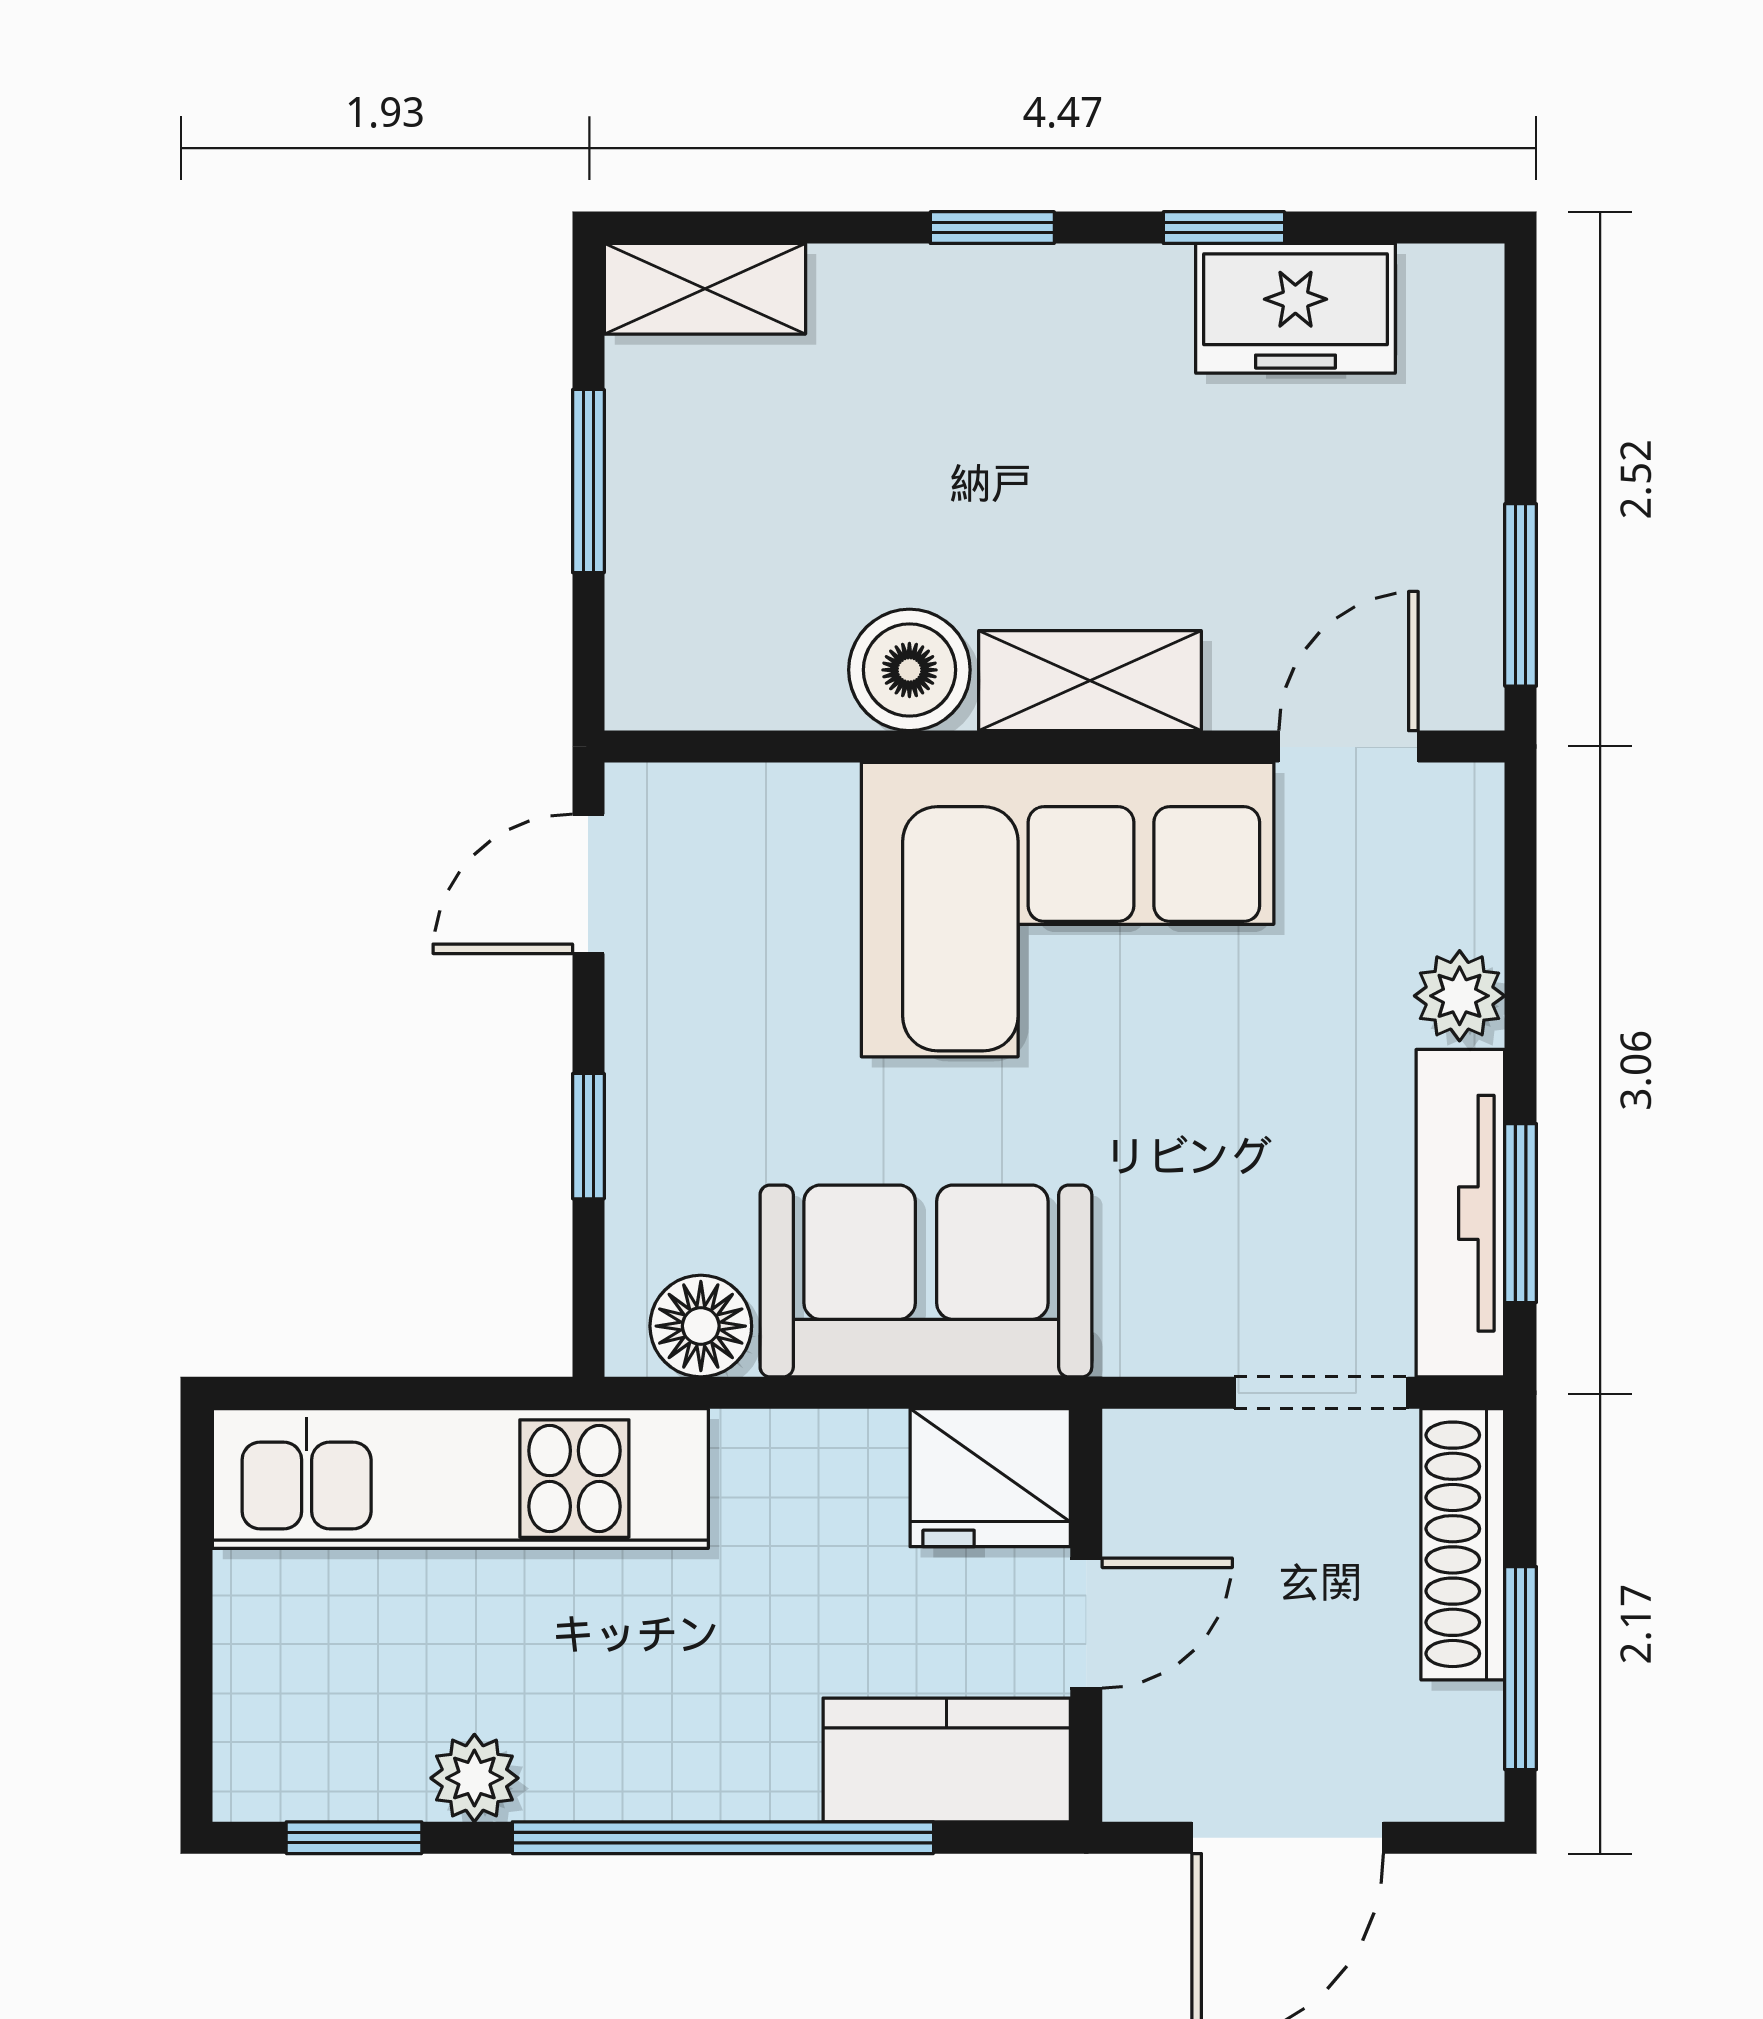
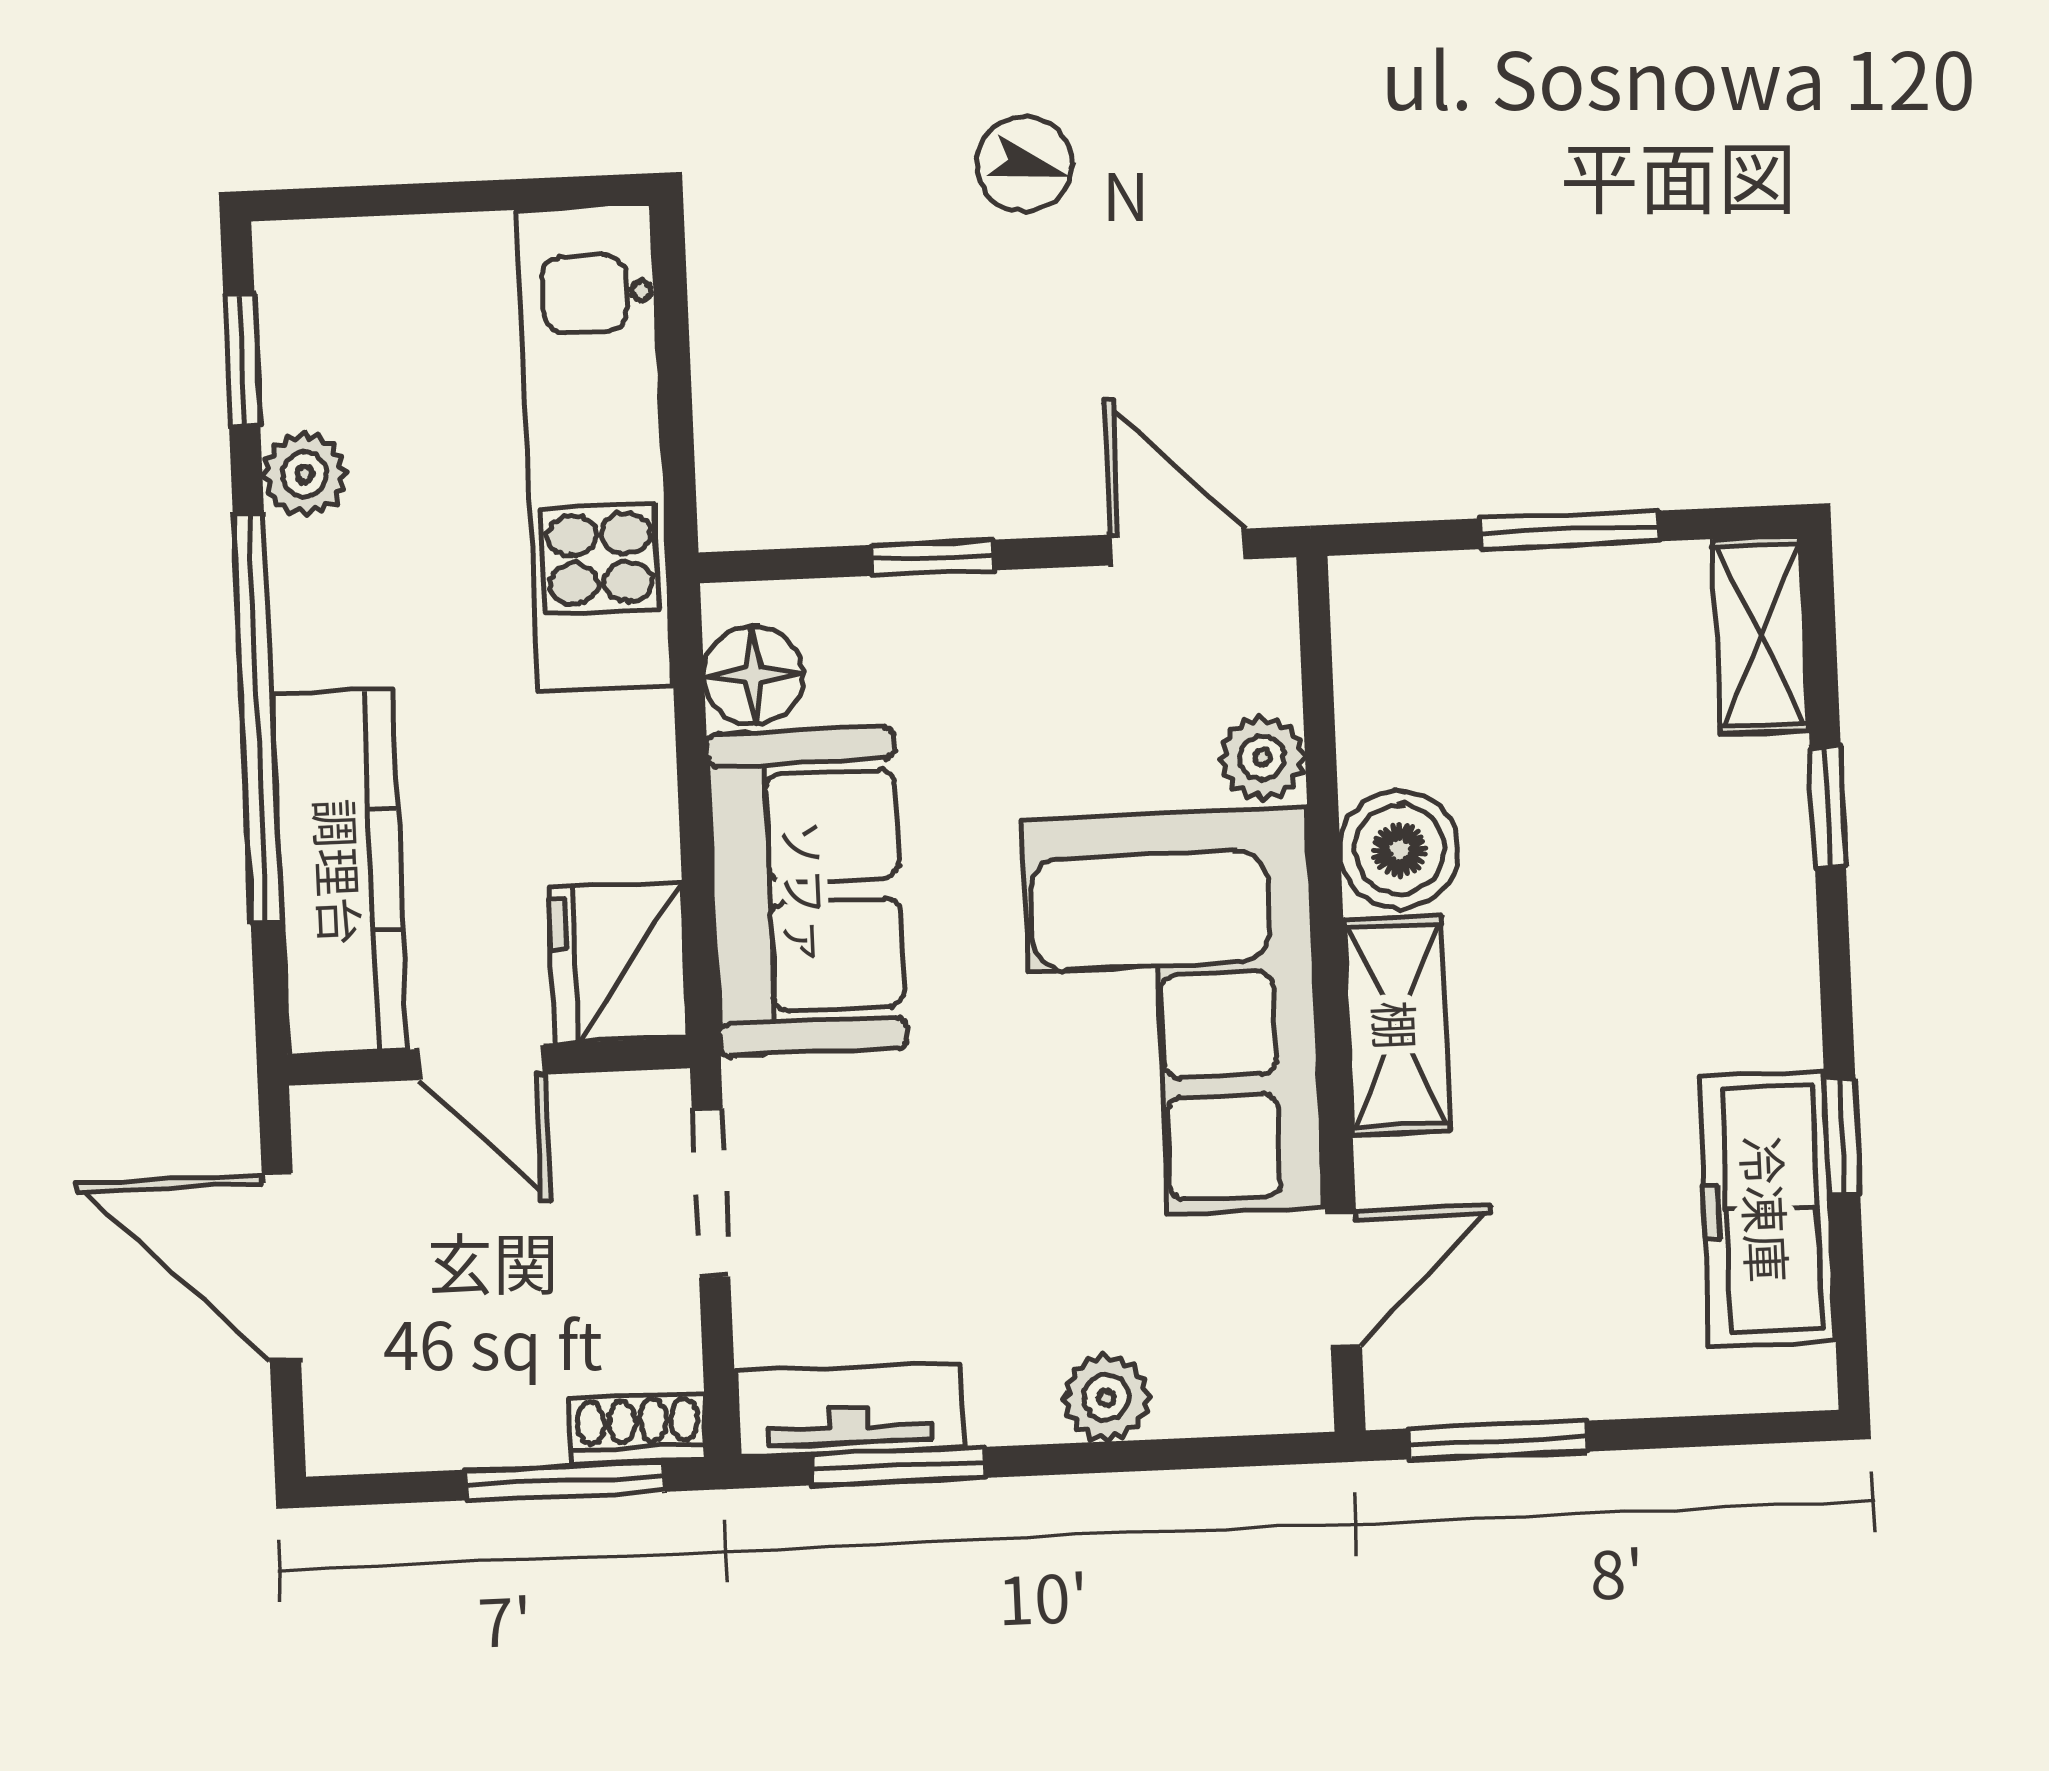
window: (992, 228) -> (1828, 808), moved
freezer: (1295, 308) -> (1767, 1209), width x1.40
door: (1349, 747) -> (1343, 1279), hinge flipped
plant: (809, 807) -> (1262, 758), added
tv unit: (1460, 1213) -> (849, 1410), width x0.71
doorway: (1321, 1393) -> (711, 1193), moved
shoe rack: (1463, 1544) -> (638, 1429), width x0.51, depth x0.81
window: (1521, 1668) -> (565, 1481), moved
kitchen counter: (947, 1760) -> (340, 872), width x1.50

